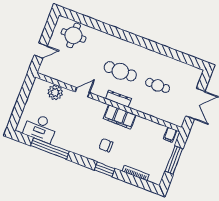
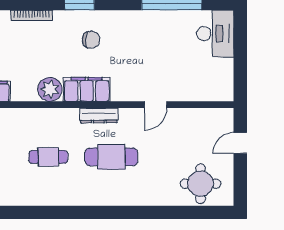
plant: (55, 92) -> (50, 89), moved
desk: (40, 128) -> (215, 34), moved, turned 90

